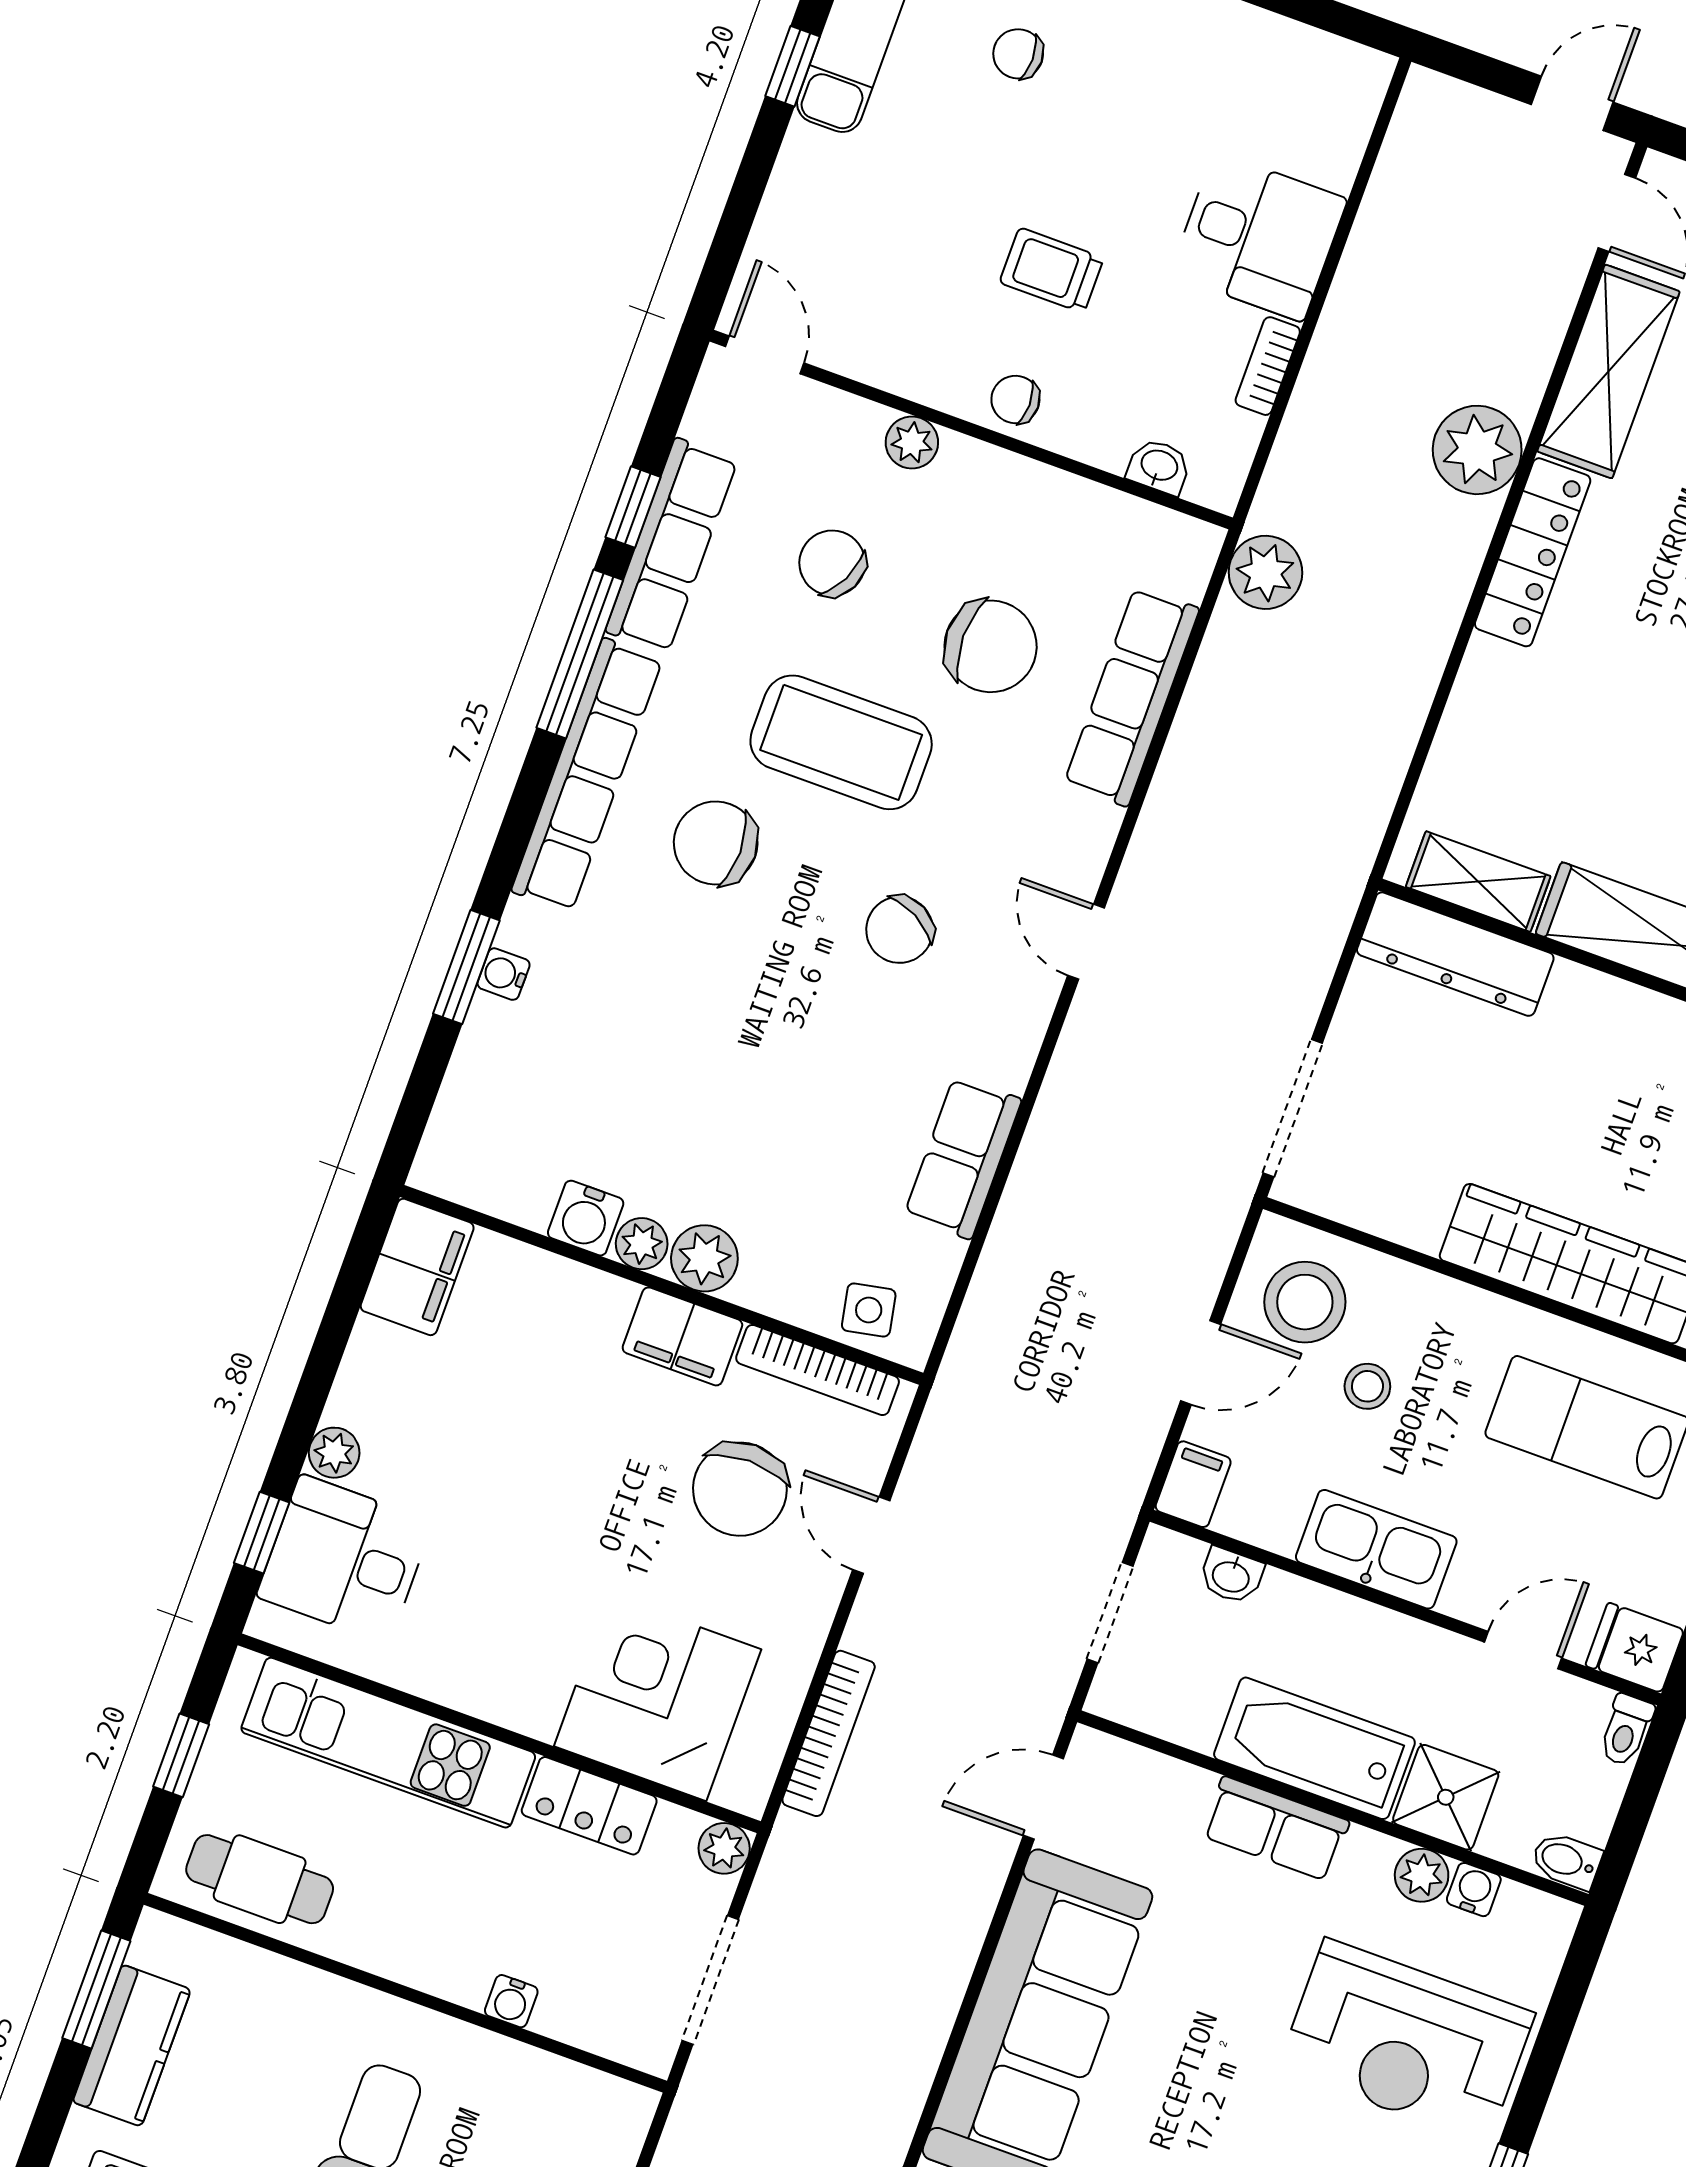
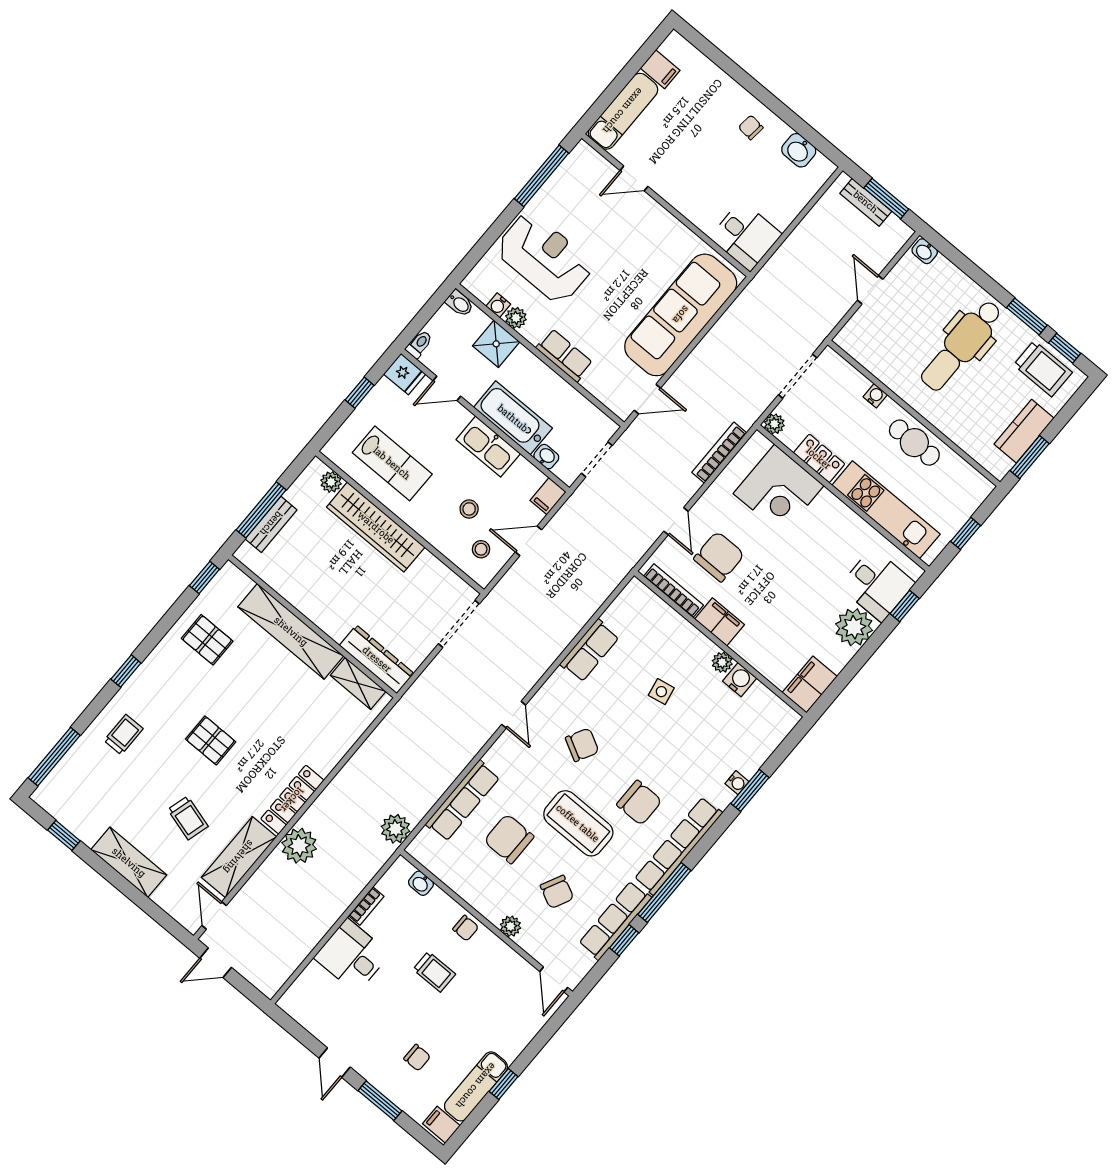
plant: (704, 1258) -> (701, 648), removed
stool: (1305, 1302) -> (481, 549), width x0.53, depth x0.53
side table: (869, 1310) -> (661, 692), moved
plant: (334, 1453) -> (854, 627), width x1.88, depth x1.88
bathtub: (1314, 1748) -> (513, 418), moved, turned 180
cafe table: (260, 1879) -> (914, 443), moved

